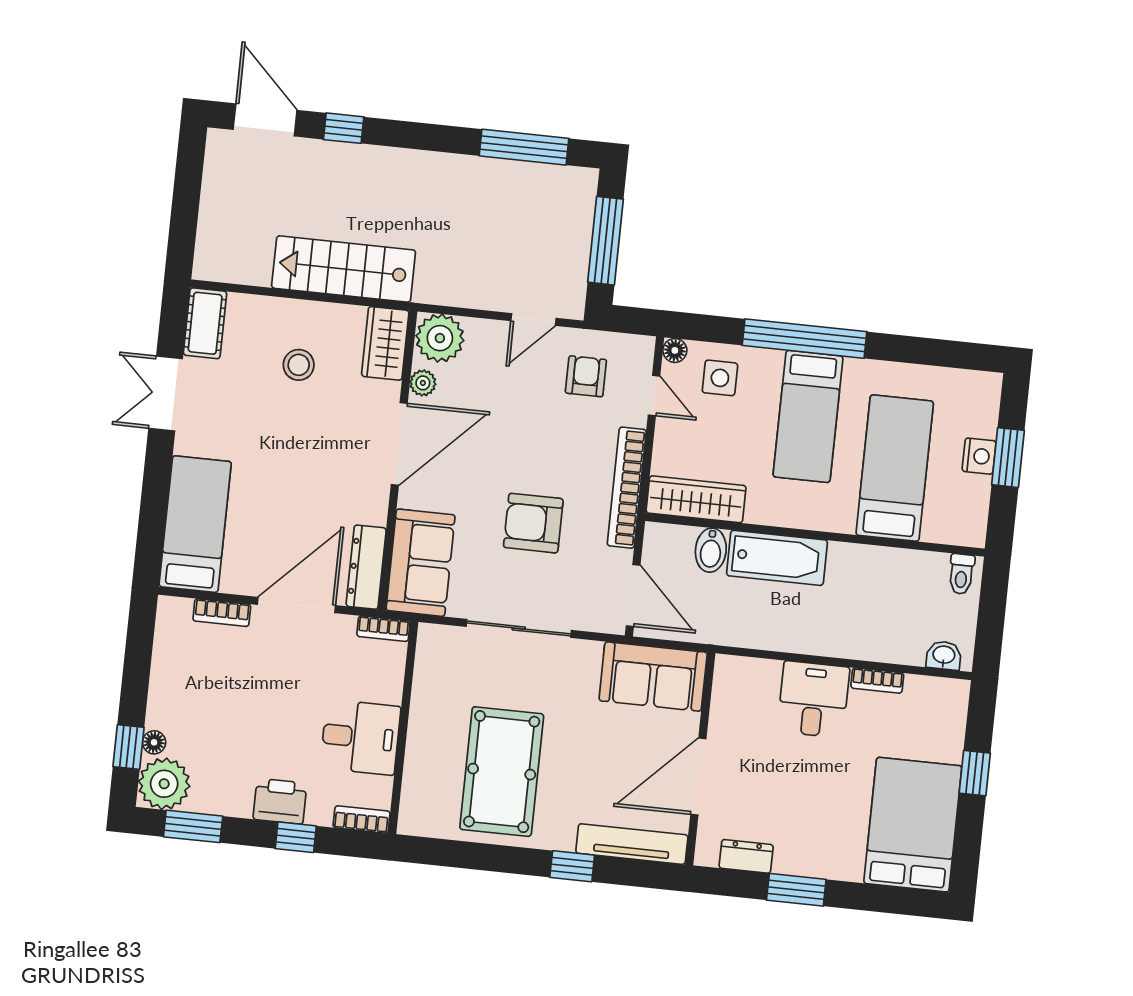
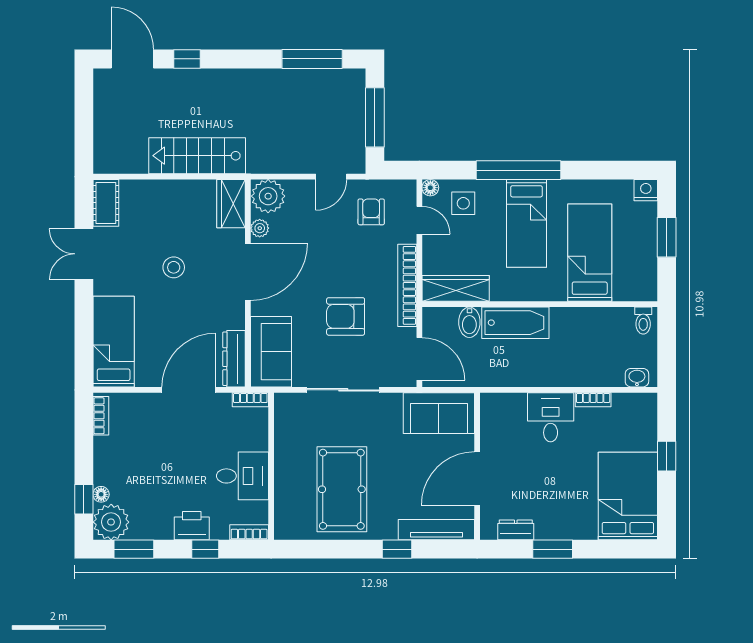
stool: (299, 365) -> (174, 267), moved
nightstand: (979, 456) -> (646, 190), moved, turned -90
bookcase: (222, 613) -> (101, 416), moved, turned -90

